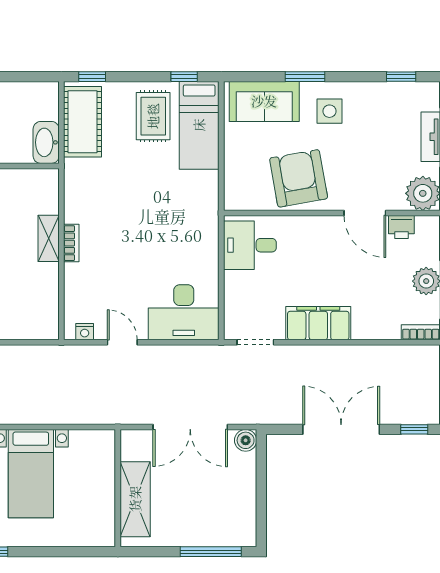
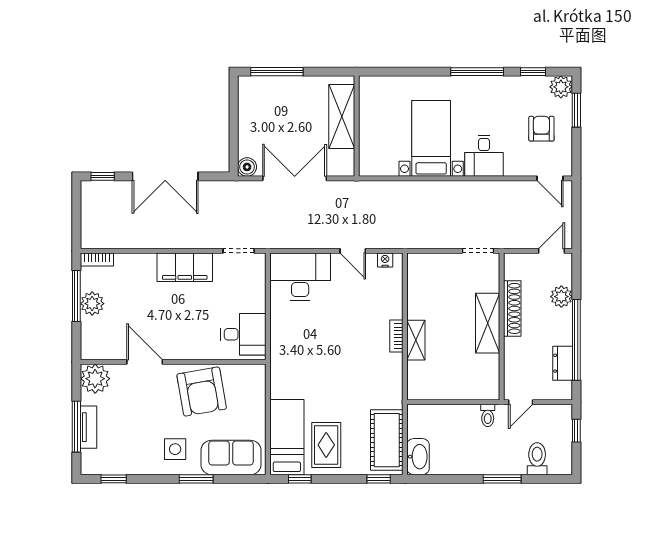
washbasin: (46, 142) -> (418, 457), moved
printer: (401, 227) -> (113, 350), removed

